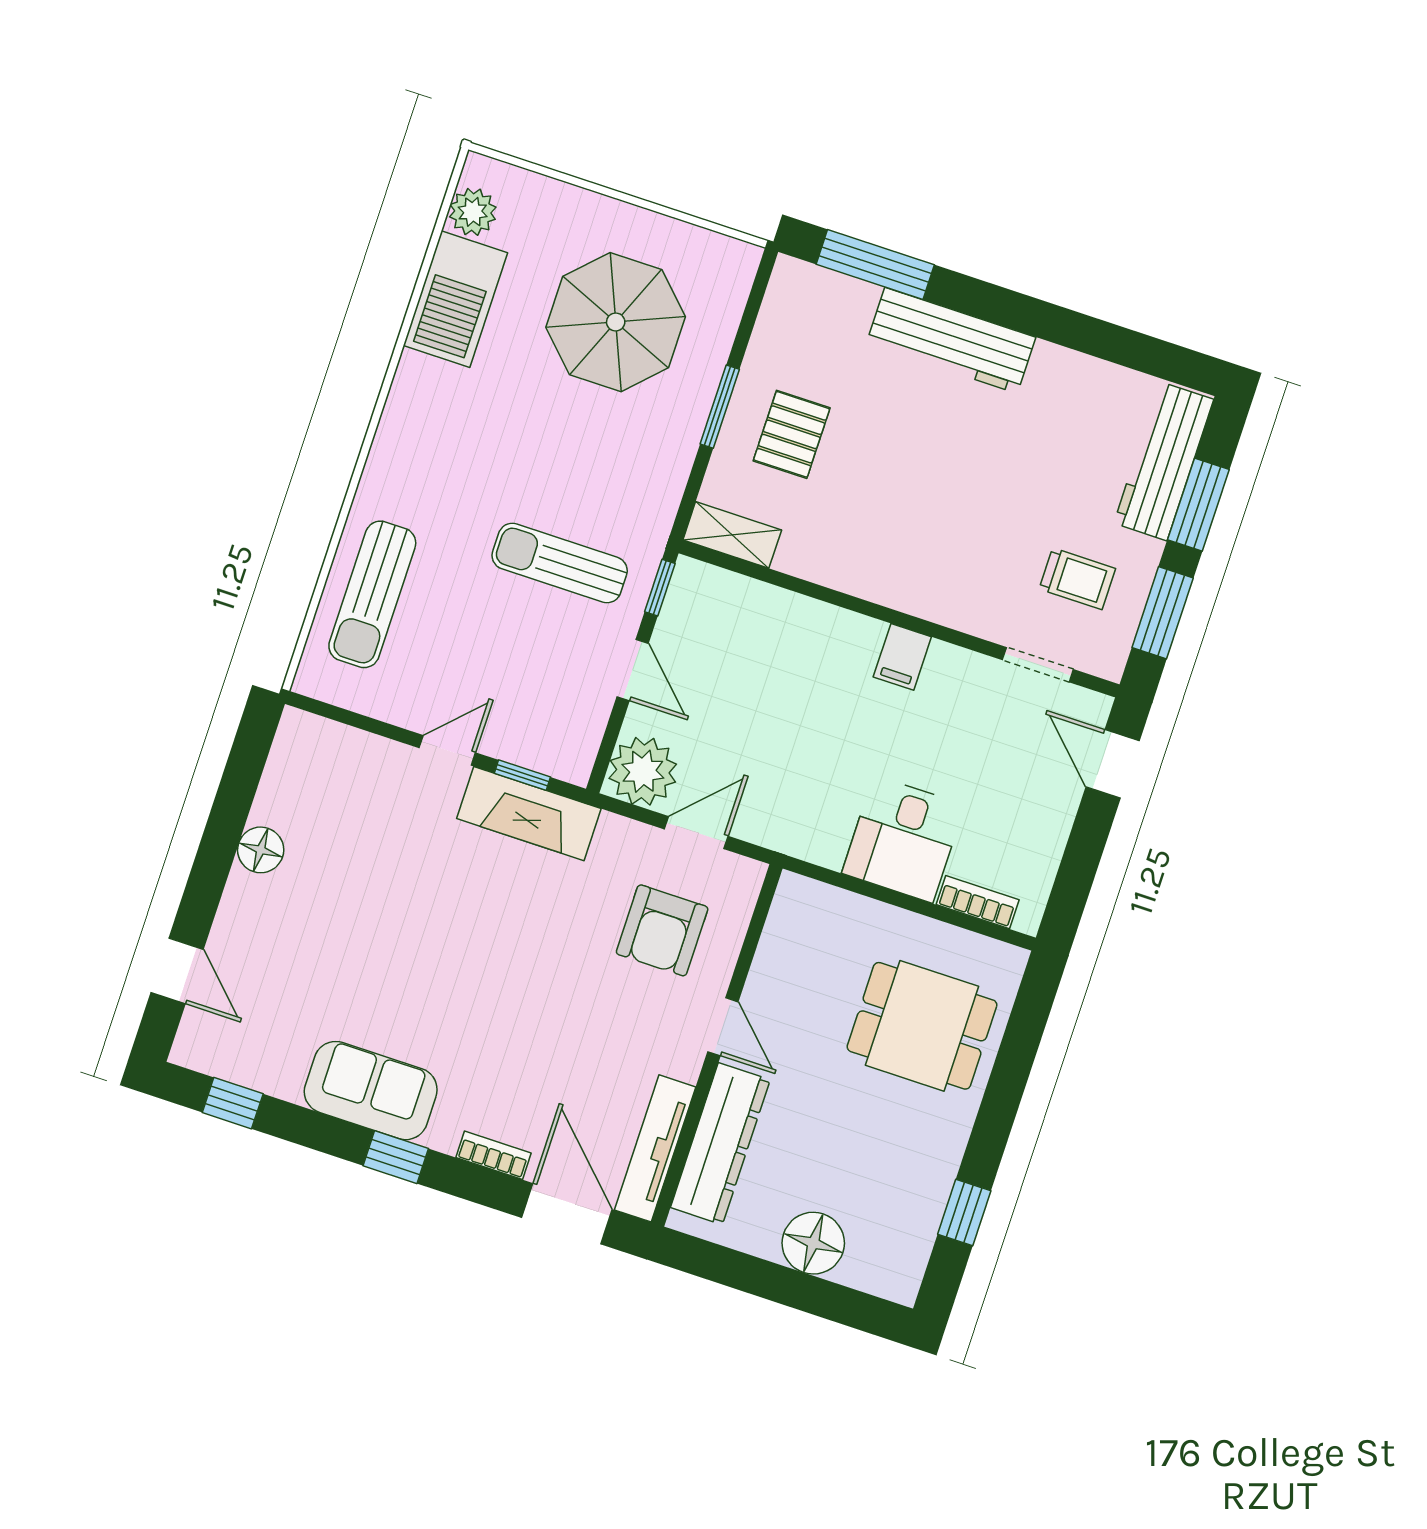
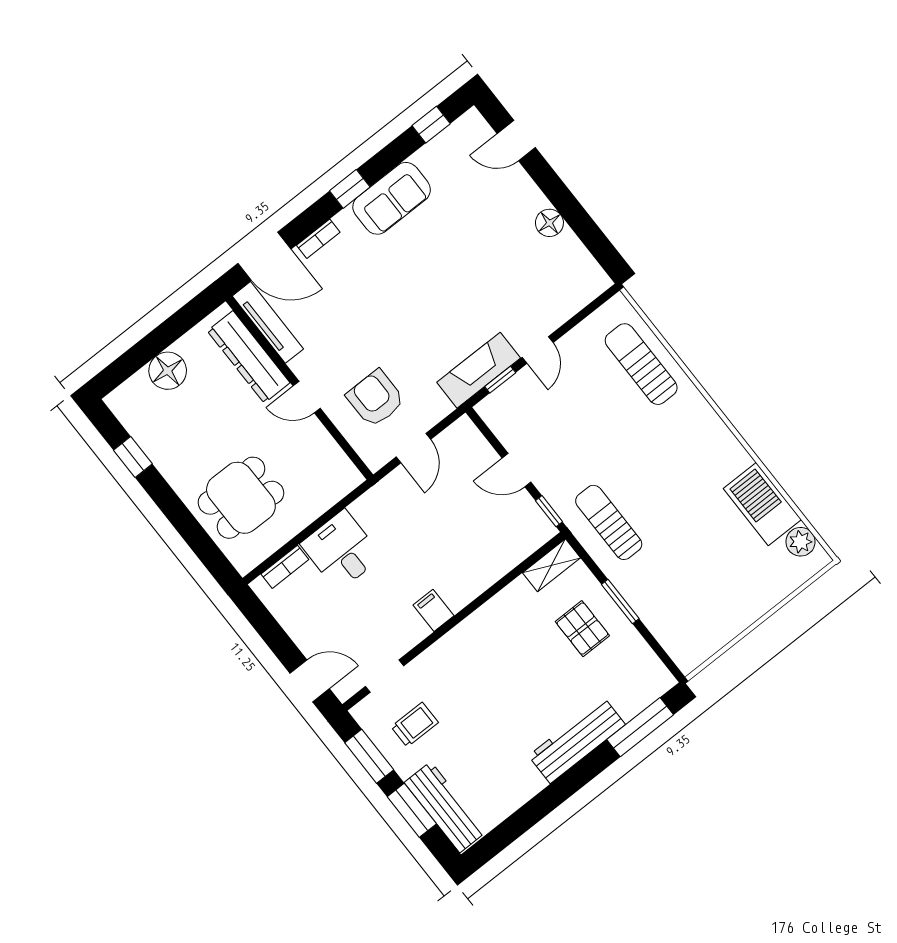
parasol: (616, 322) -> (698, 577), removed
sun lounger: (560, 563) -> (609, 522), moved, turned -90
trolley: (1077, 579) -> (415, 725), turned 180
plant: (643, 771) -> (462, 442), removed

